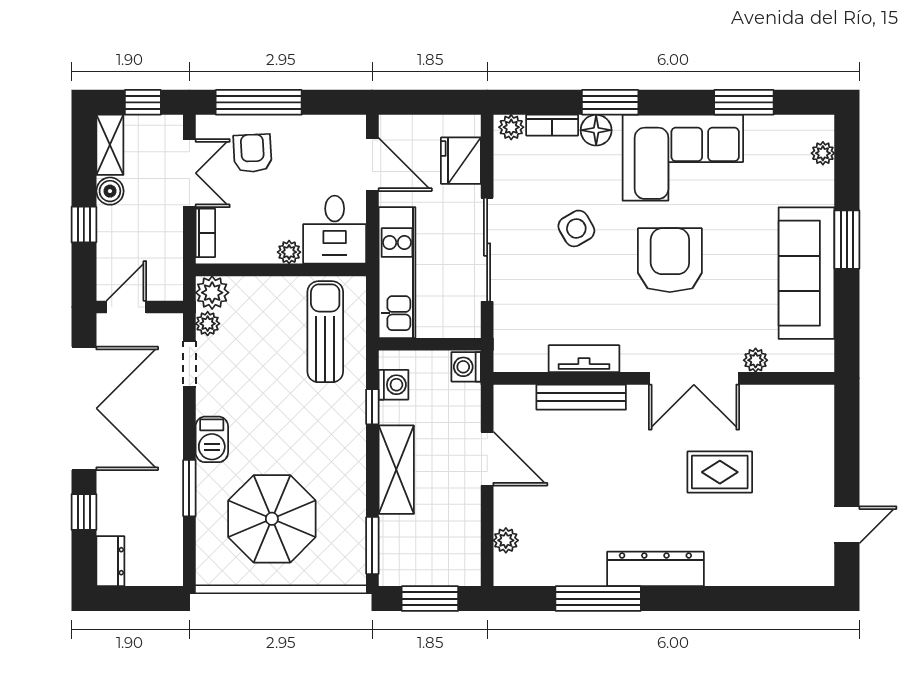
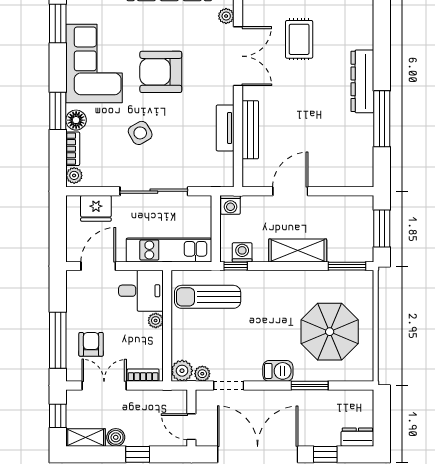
armchair: (252, 153) -> (91, 344), turned 93
window: (372, 407) -> (236, 266), moved
plant: (506, 540) -> (344, 179), removed

